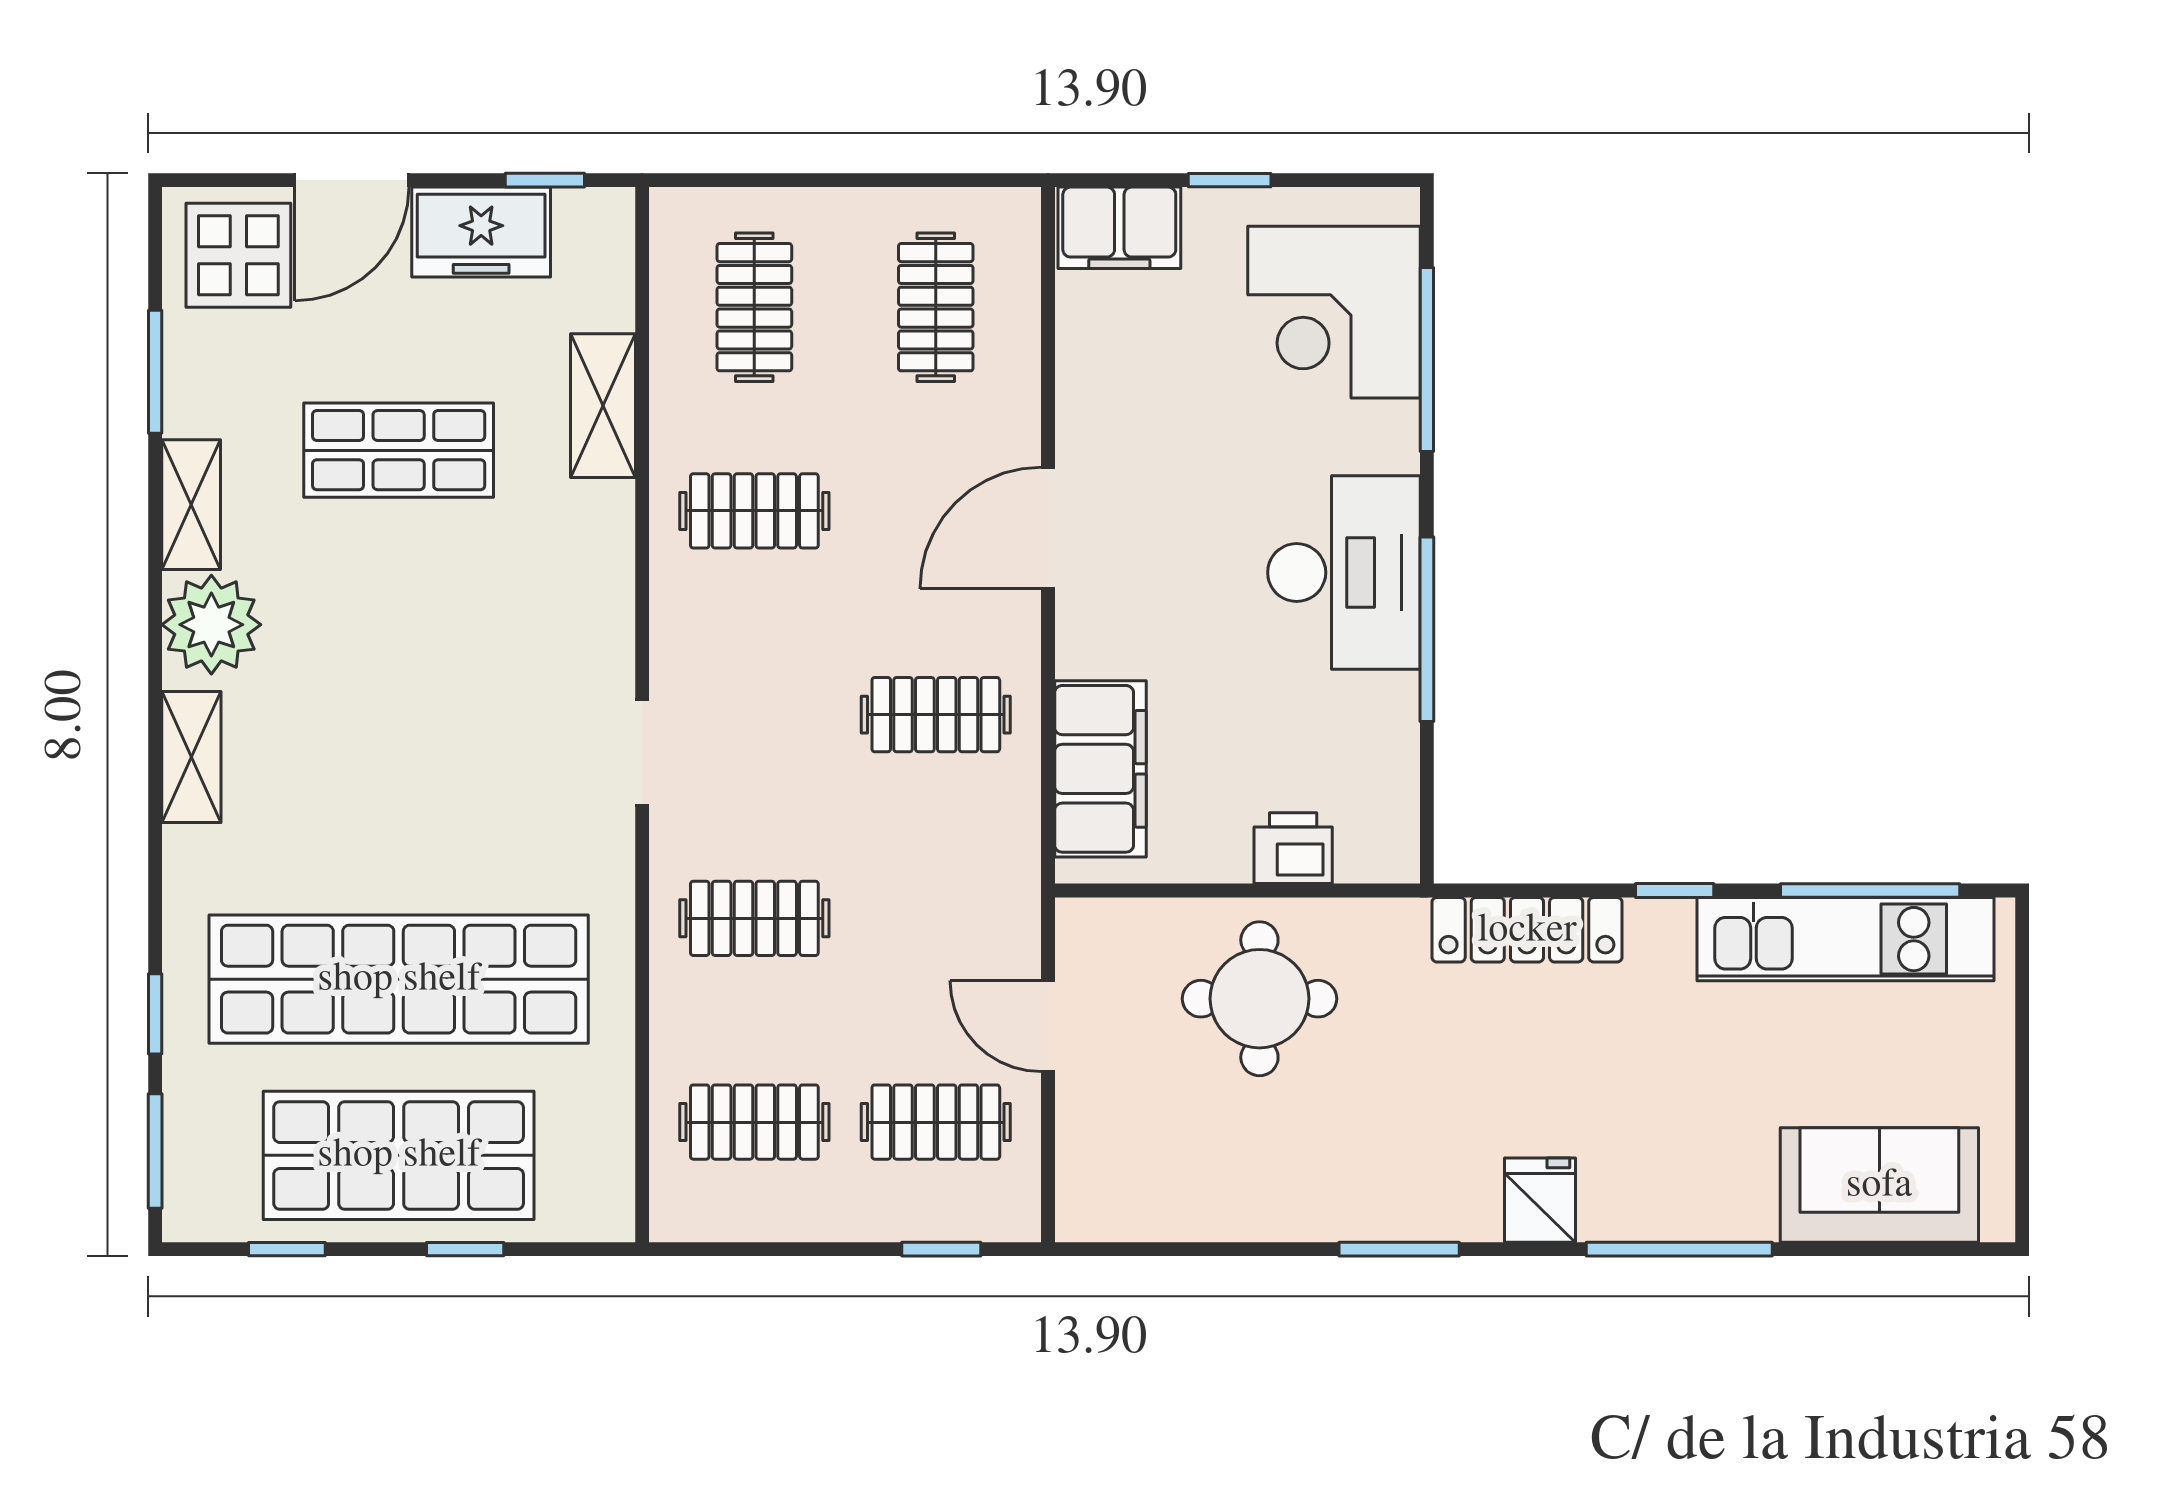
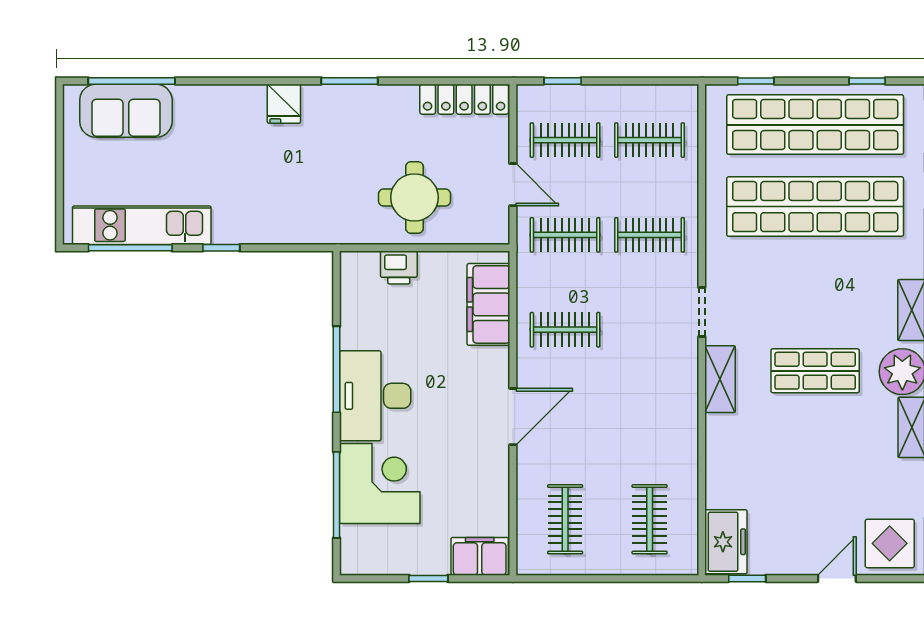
door: (352, 180) -> (837, 578), width x0.73
freezer: (481, 232) -> (726, 542), moved, turned 90
corner desk: (1334, 312) -> (380, 484), moved
shelving: (603, 406) -> (720, 379), moved
shop shelf: (399, 450) -> (815, 371), moved
clothes rail: (754, 511) -> (565, 235), moved
locker: (1527, 930) -> (464, 99), moved, turned 180
shop shelf: (399, 1155) -> (815, 125), width x1.40
window: (465, 1249) -> (756, 81), moved
window: (1679, 1249) -> (132, 81), moved

